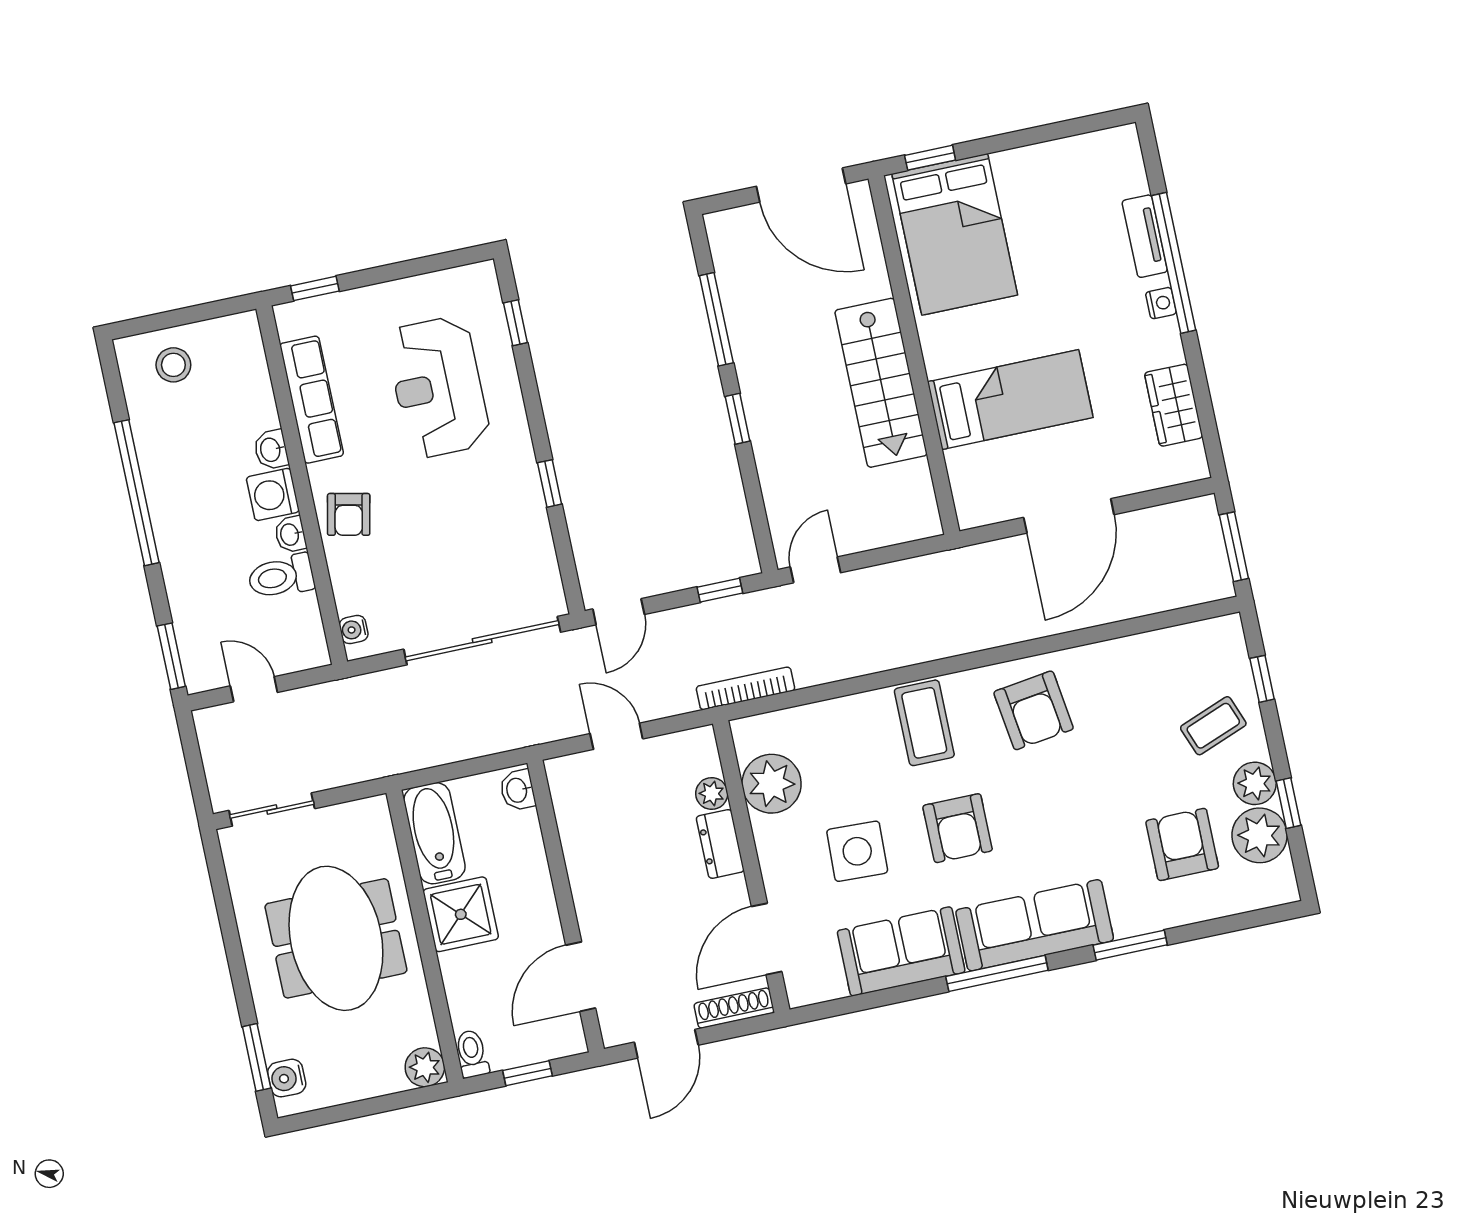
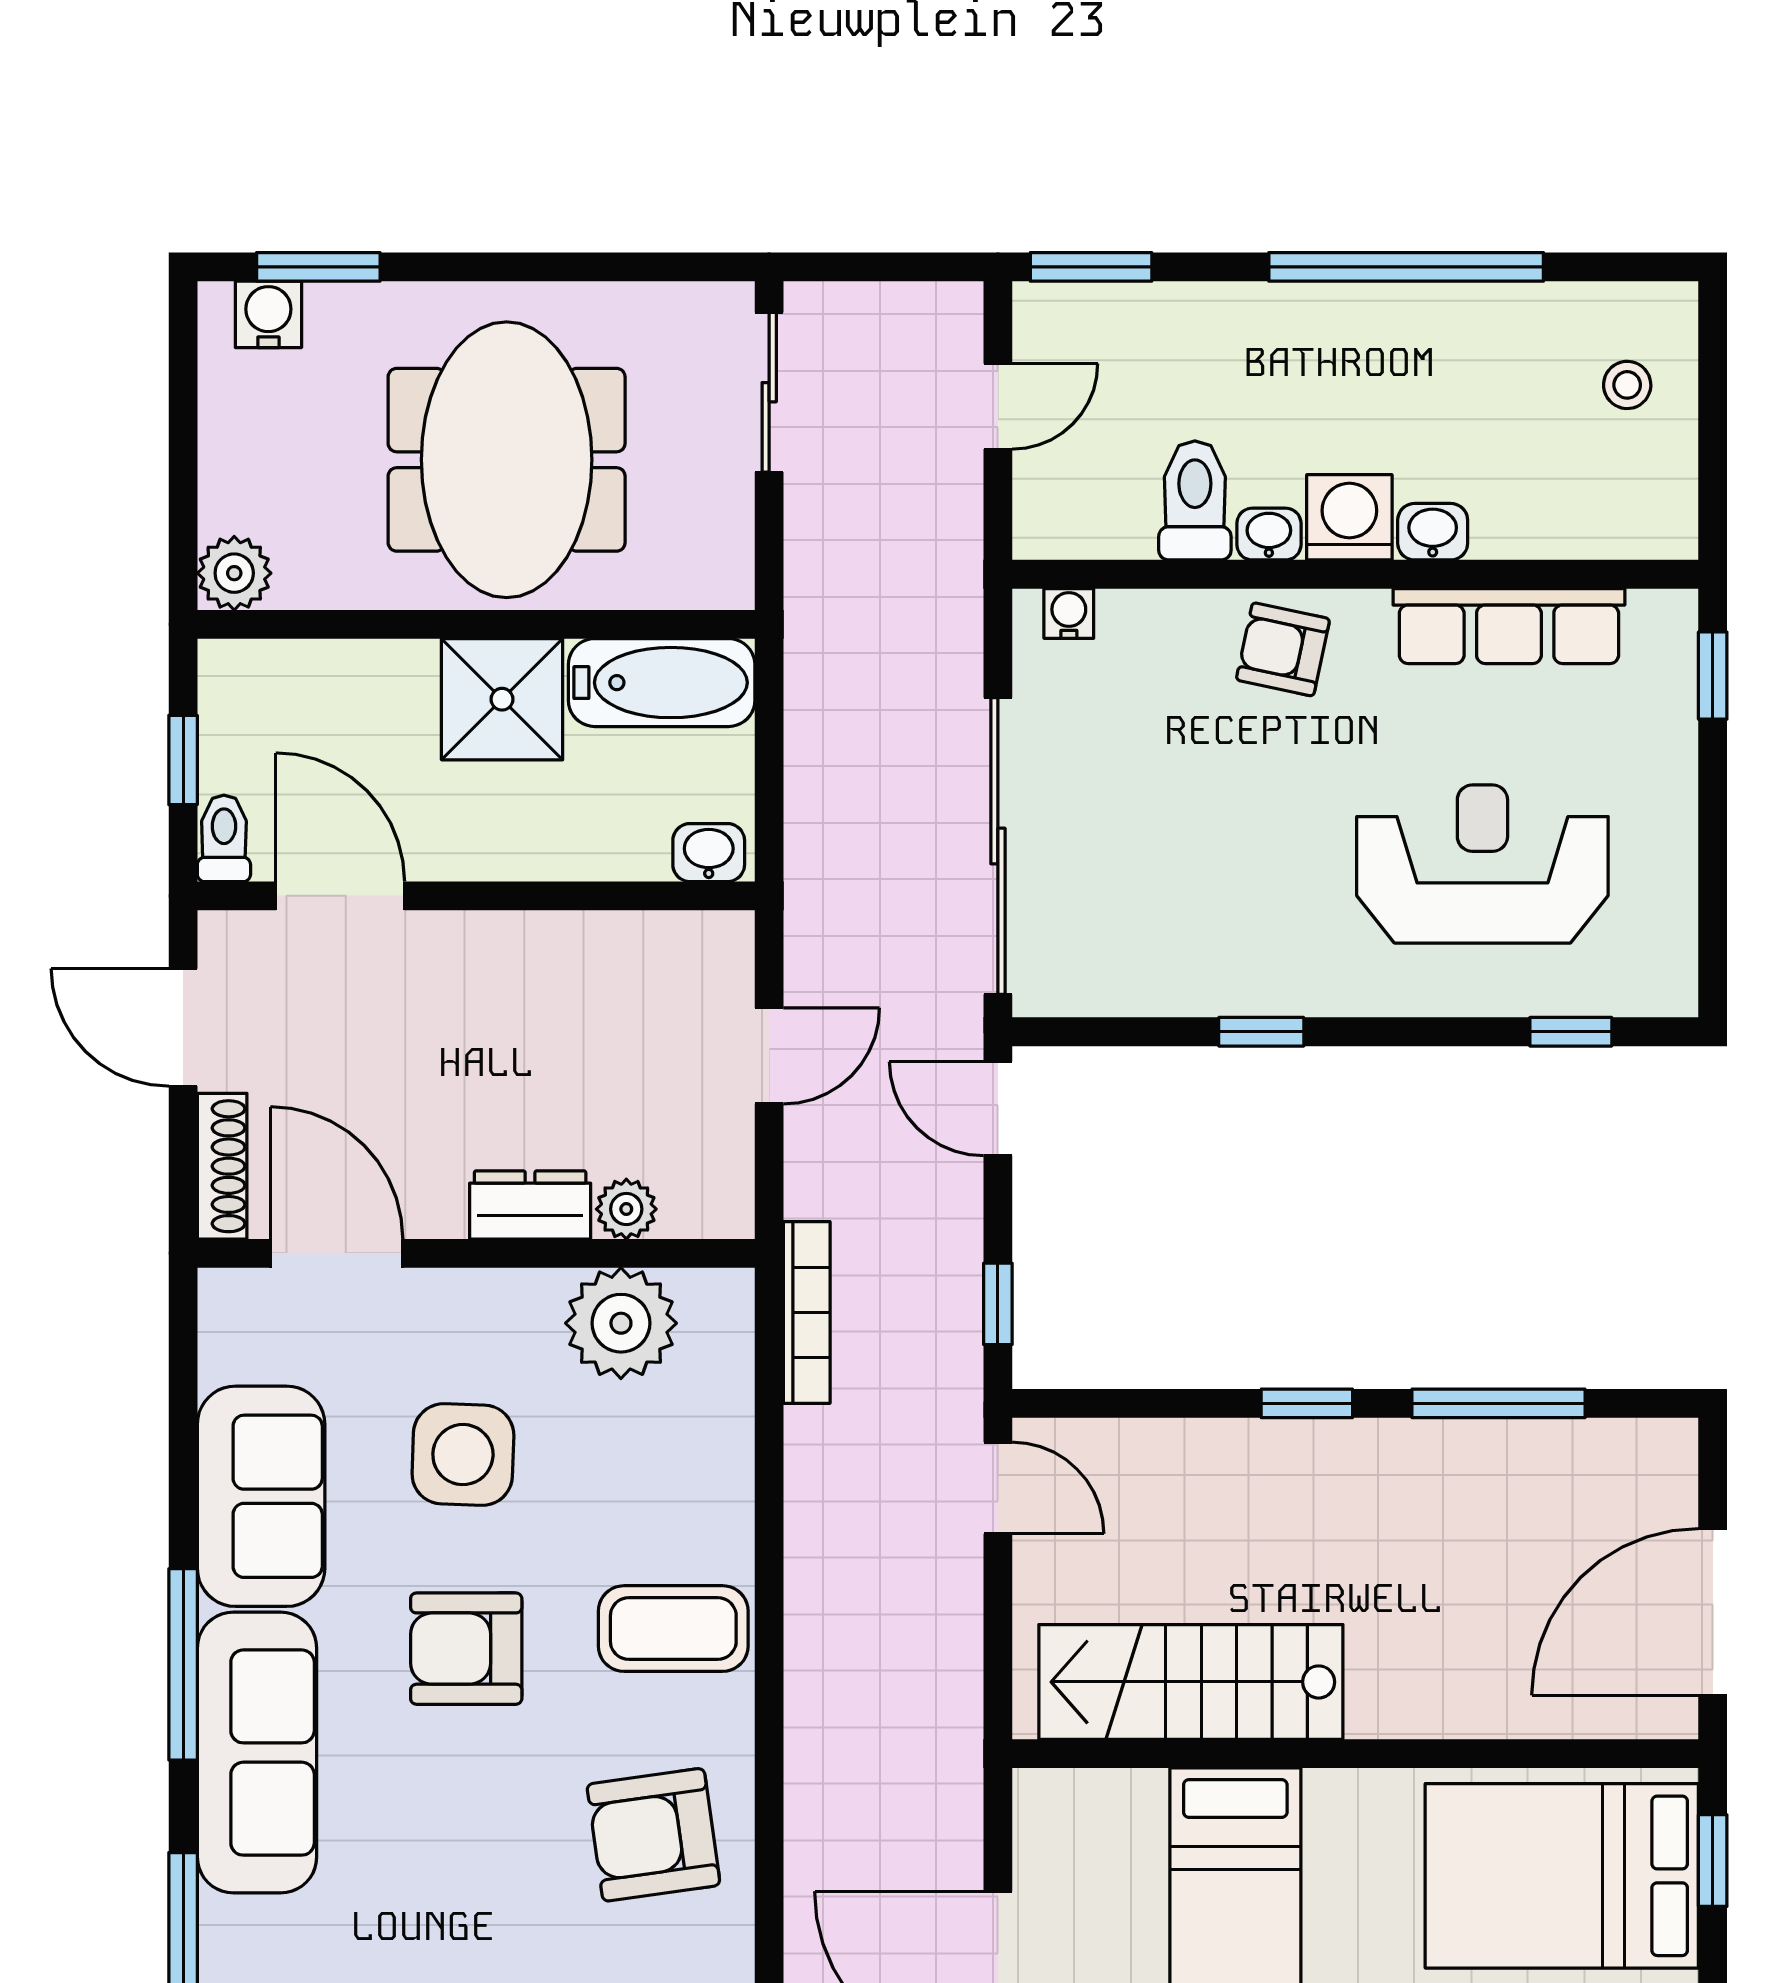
stool: (173, 365) -> (1627, 385), width x0.73, depth x0.73
stairs: (881, 383) -> (1191, 1682), moved
meeting table: (336, 938) -> (507, 460), turned 90
toilet: (472, 1054) -> (224, 838), moved, turned -90

